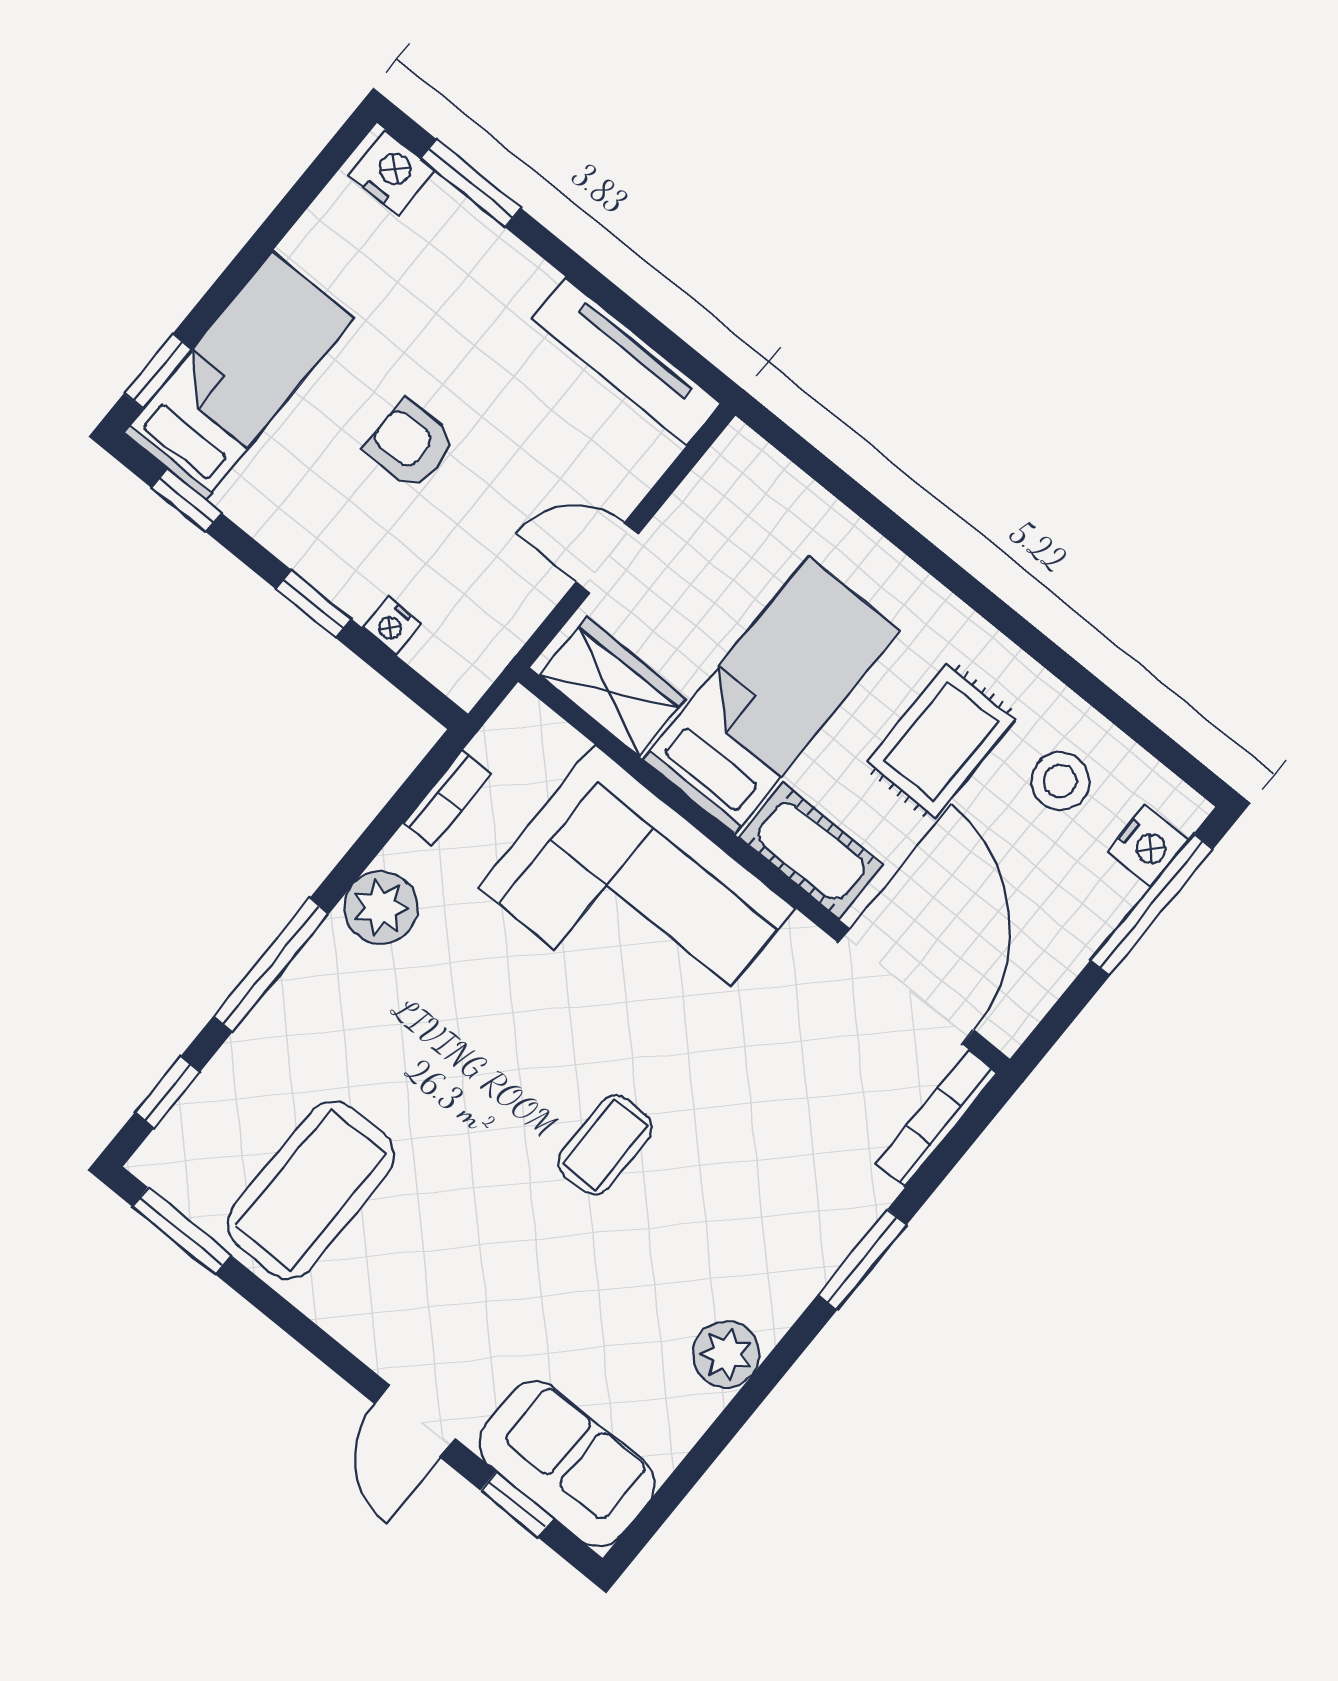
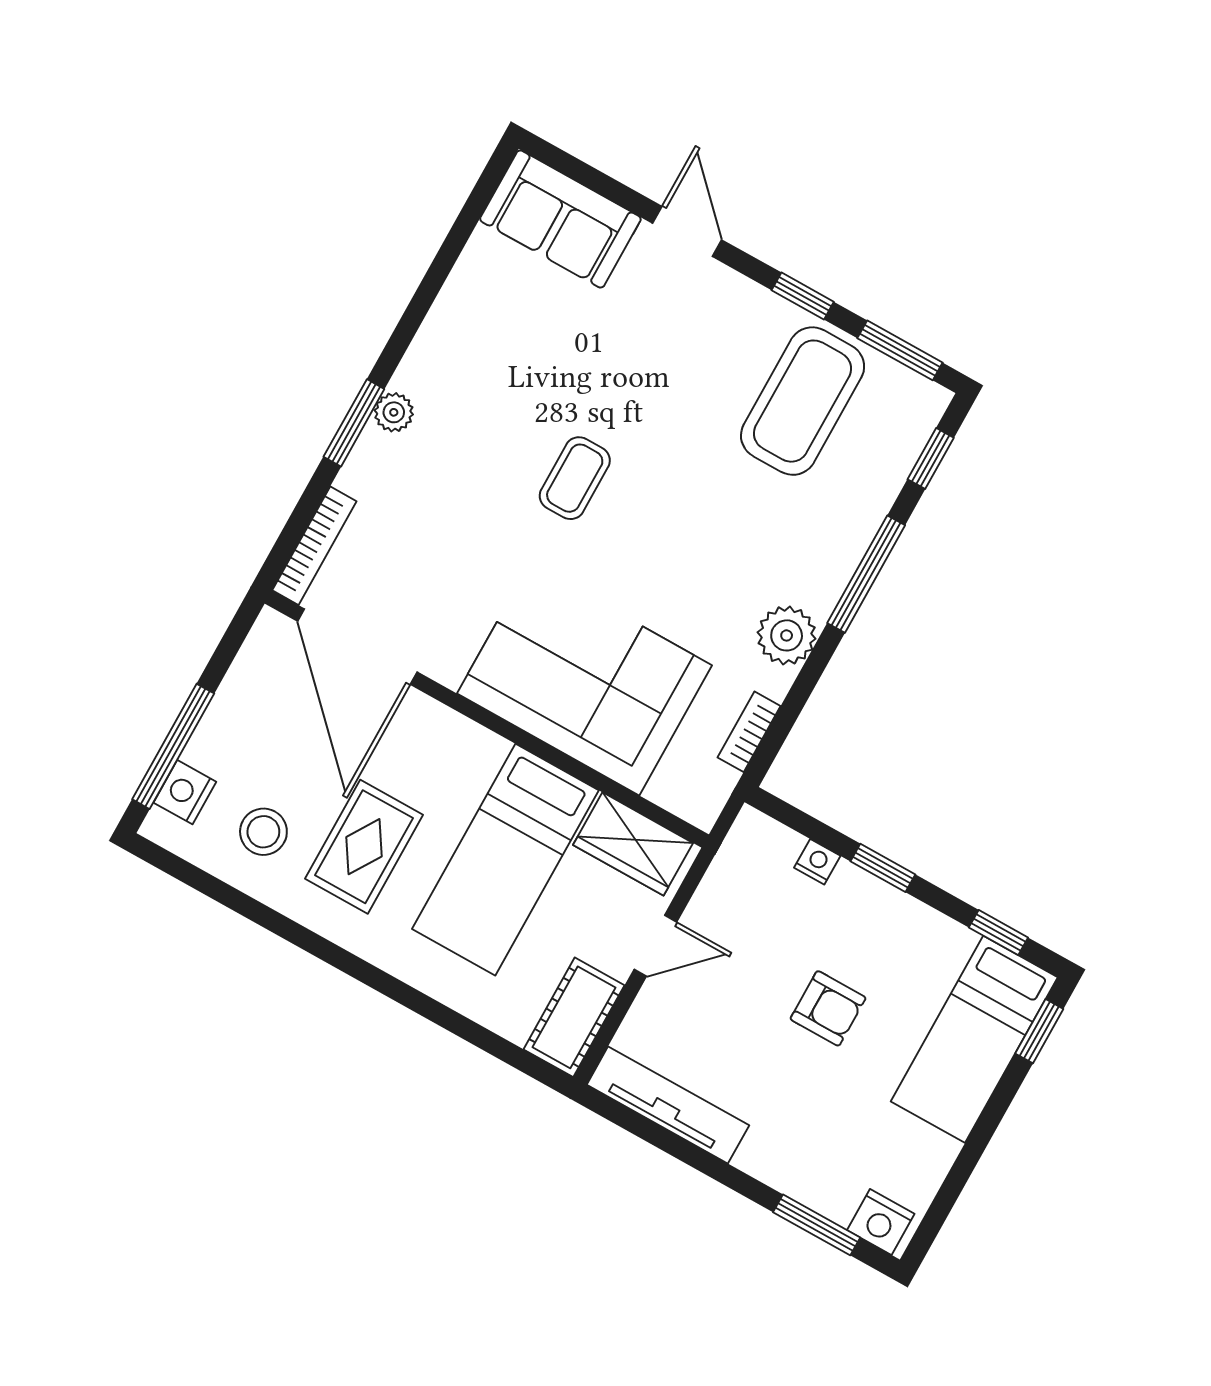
cot: (811, 851) -> (574, 1017), moved, turned 90
plant: (726, 1354) -> (394, 412), moved, width x0.73, depth x0.73
window: (517, 1505) -> (803, 296), moved

